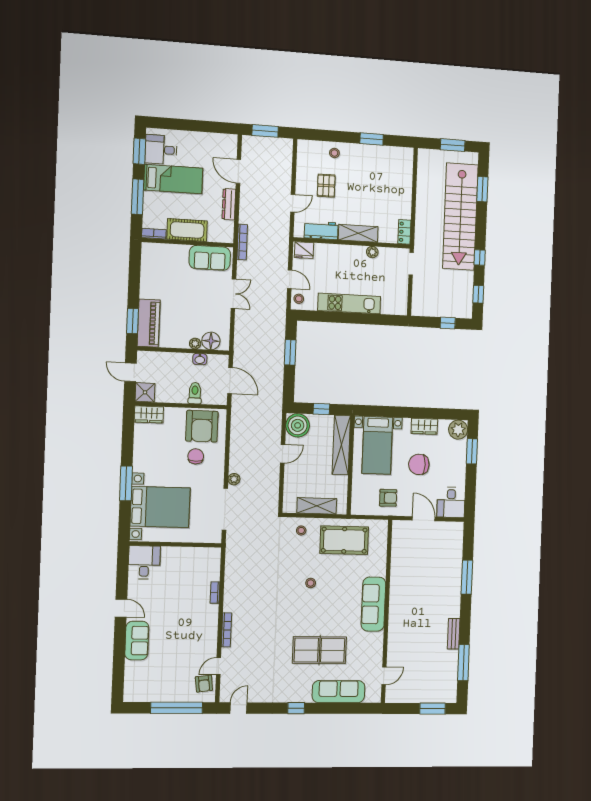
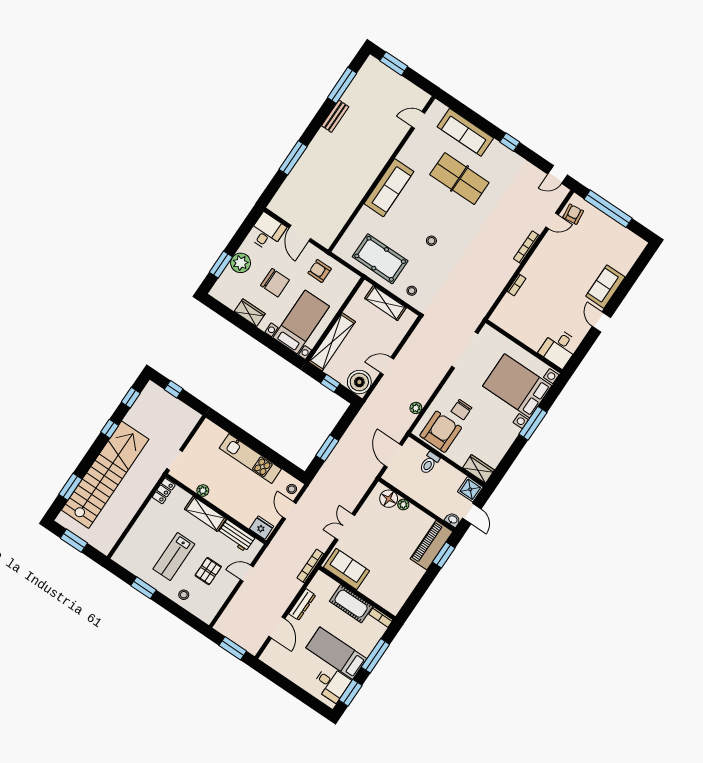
lab bench: (362, 181) -> (174, 556), added
washbasin: (200, 359) -> (453, 520), moved
plant: (458, 430) -> (241, 263), moved
plant: (234, 479) -> (416, 408), moved

